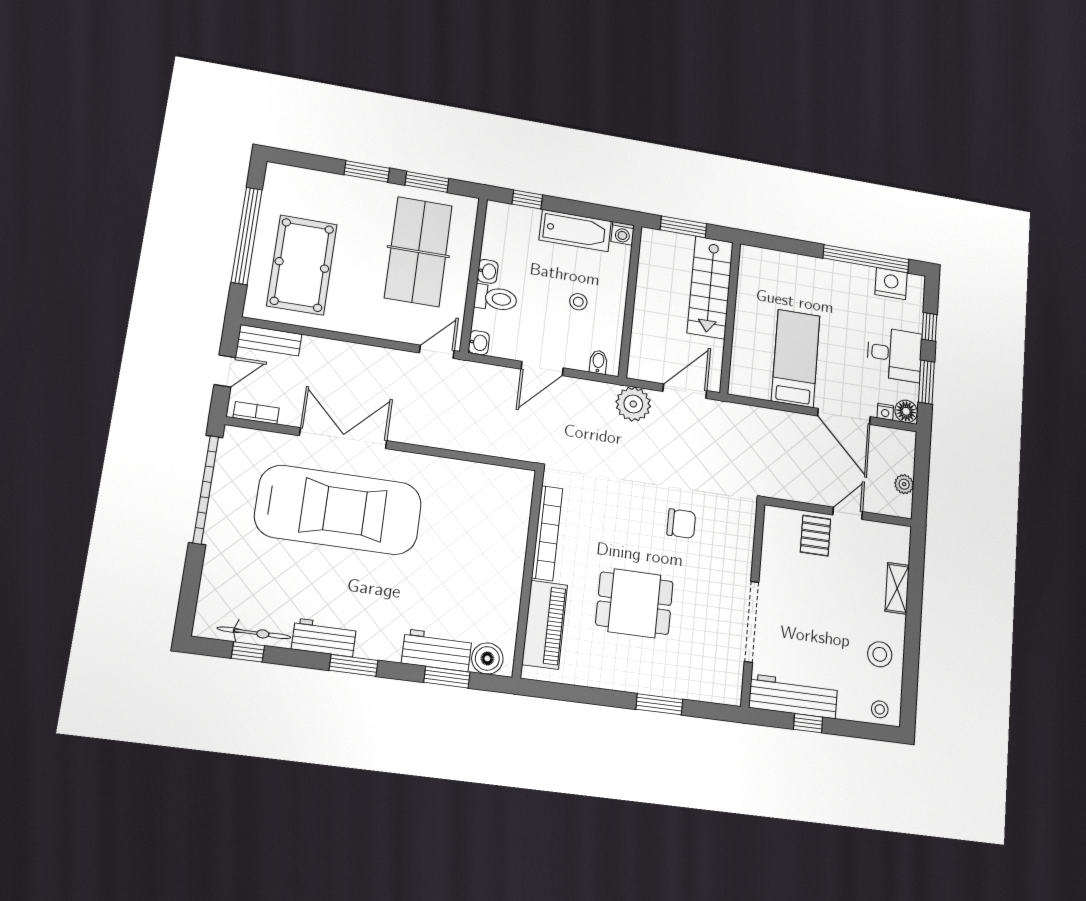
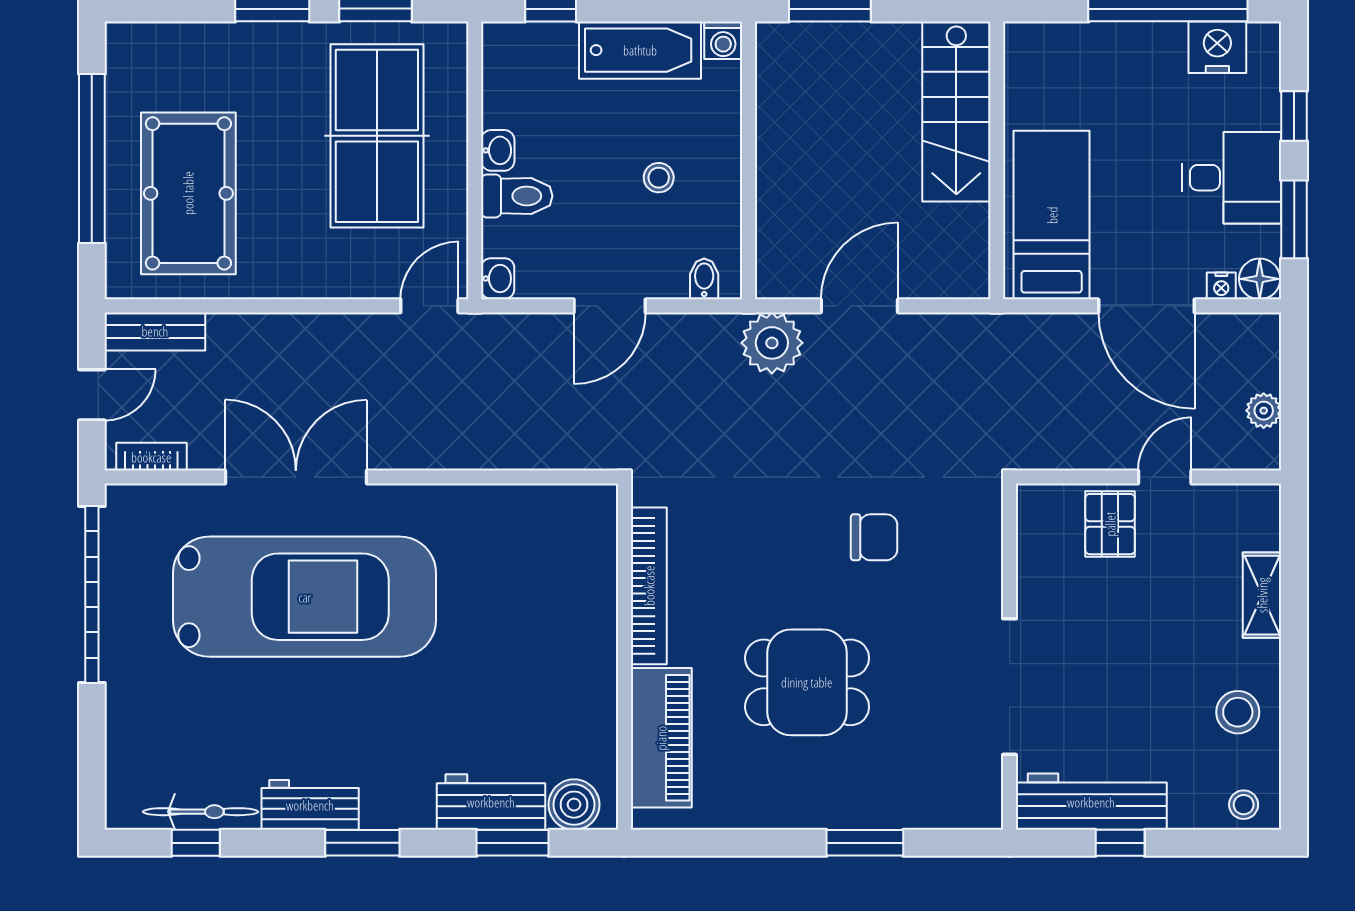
stairs: (710, 287) -> (956, 111), moved
wall: (730, 317) -> (997, 160), moved

